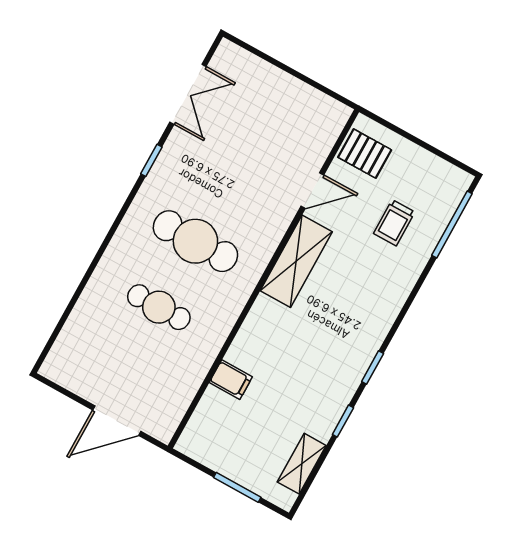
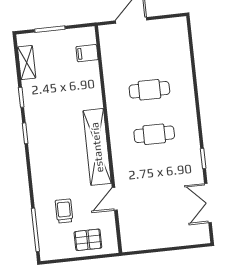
pallet: (365, 154) -> (88, 240), moved
cafe table: (195, 241) -> (154, 134), width x0.73, depth x0.74
shelving: (296, 261) -> (97, 147), width x1.47
filing cabinet: (231, 380) -> (87, 53), moved

